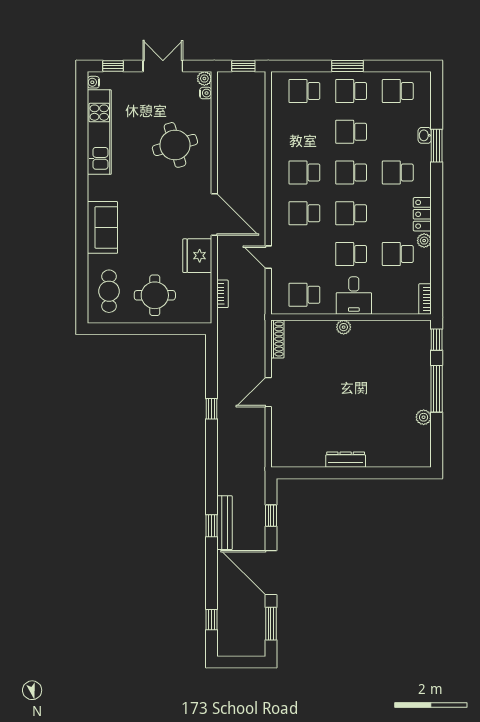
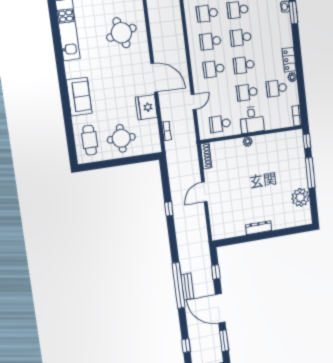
school desk: (398, 173) -> (207, 13), moved
door: (268, 257) -> (194, 102), swing flipped
plant: (424, 417) -> (300, 197), width x1.88, depth x1.88
bench: (225, 523) -> (187, 286), width x0.73
window: (212, 526) -> (178, 285), width x3.17

